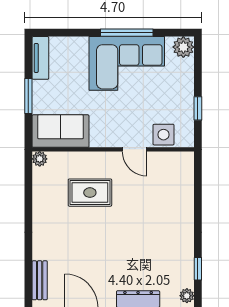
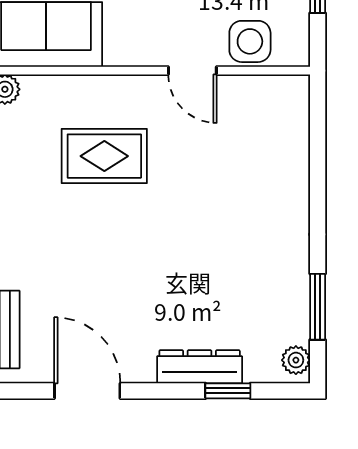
window: (198, 269) -> (318, 307), width x1.50

